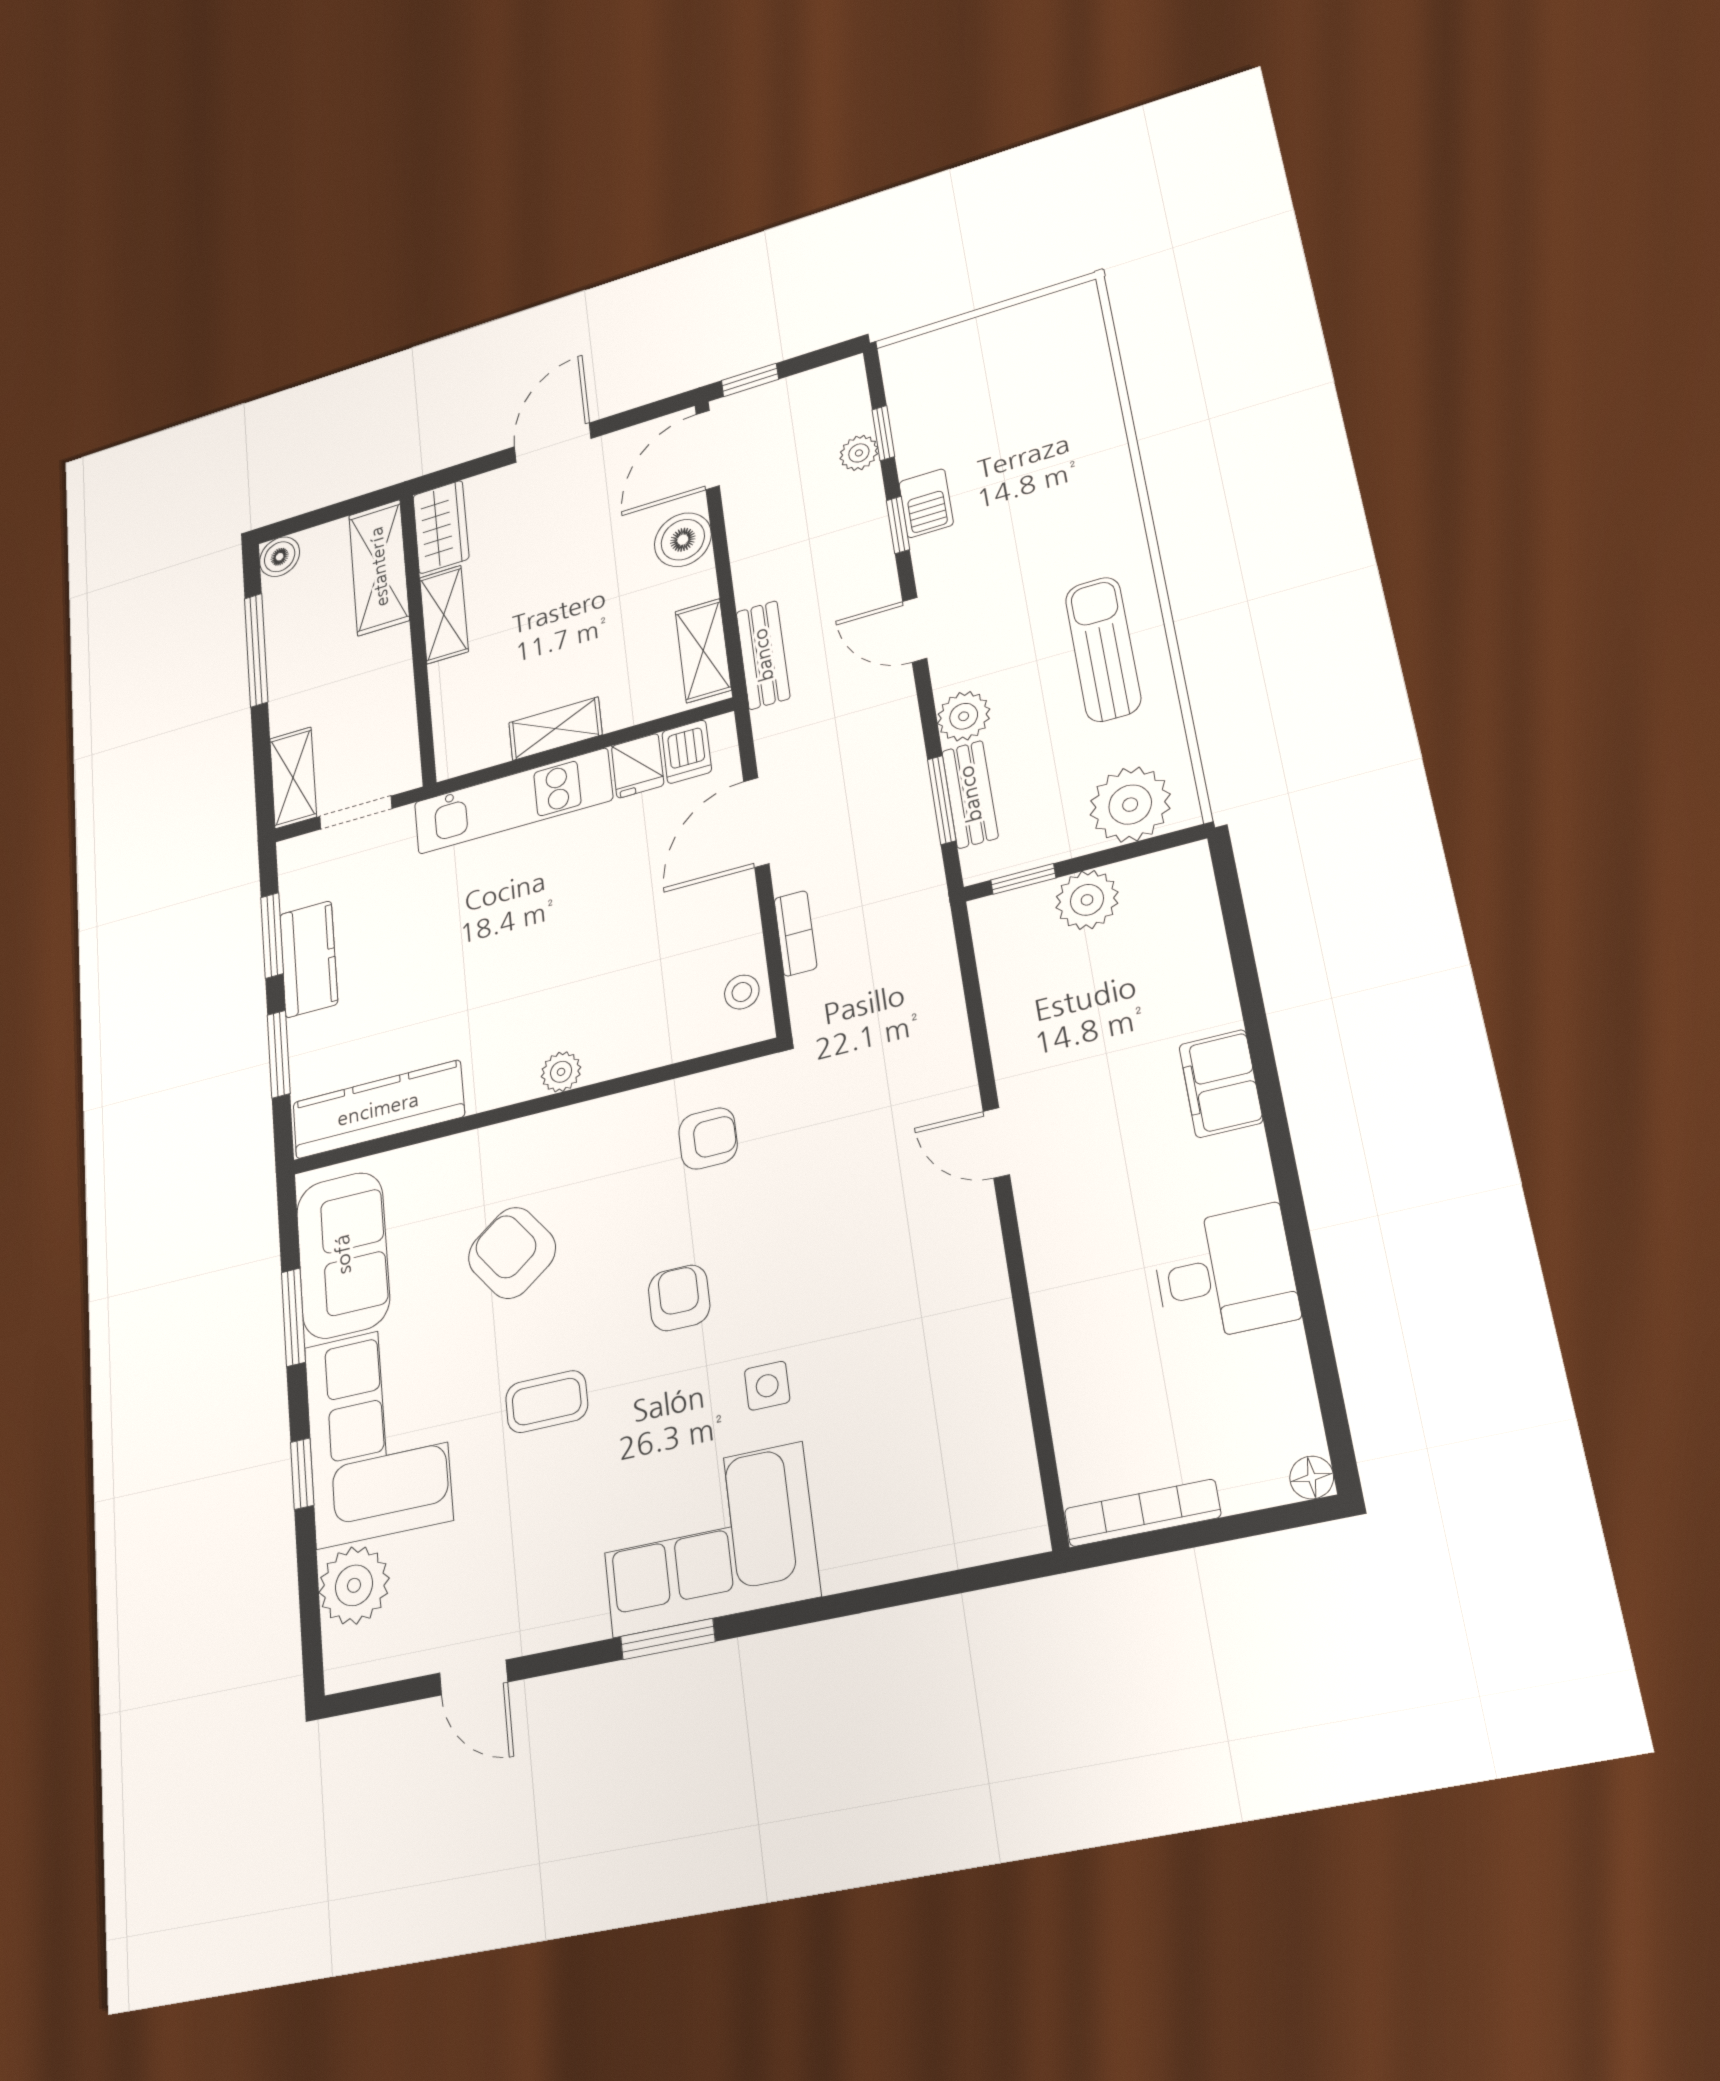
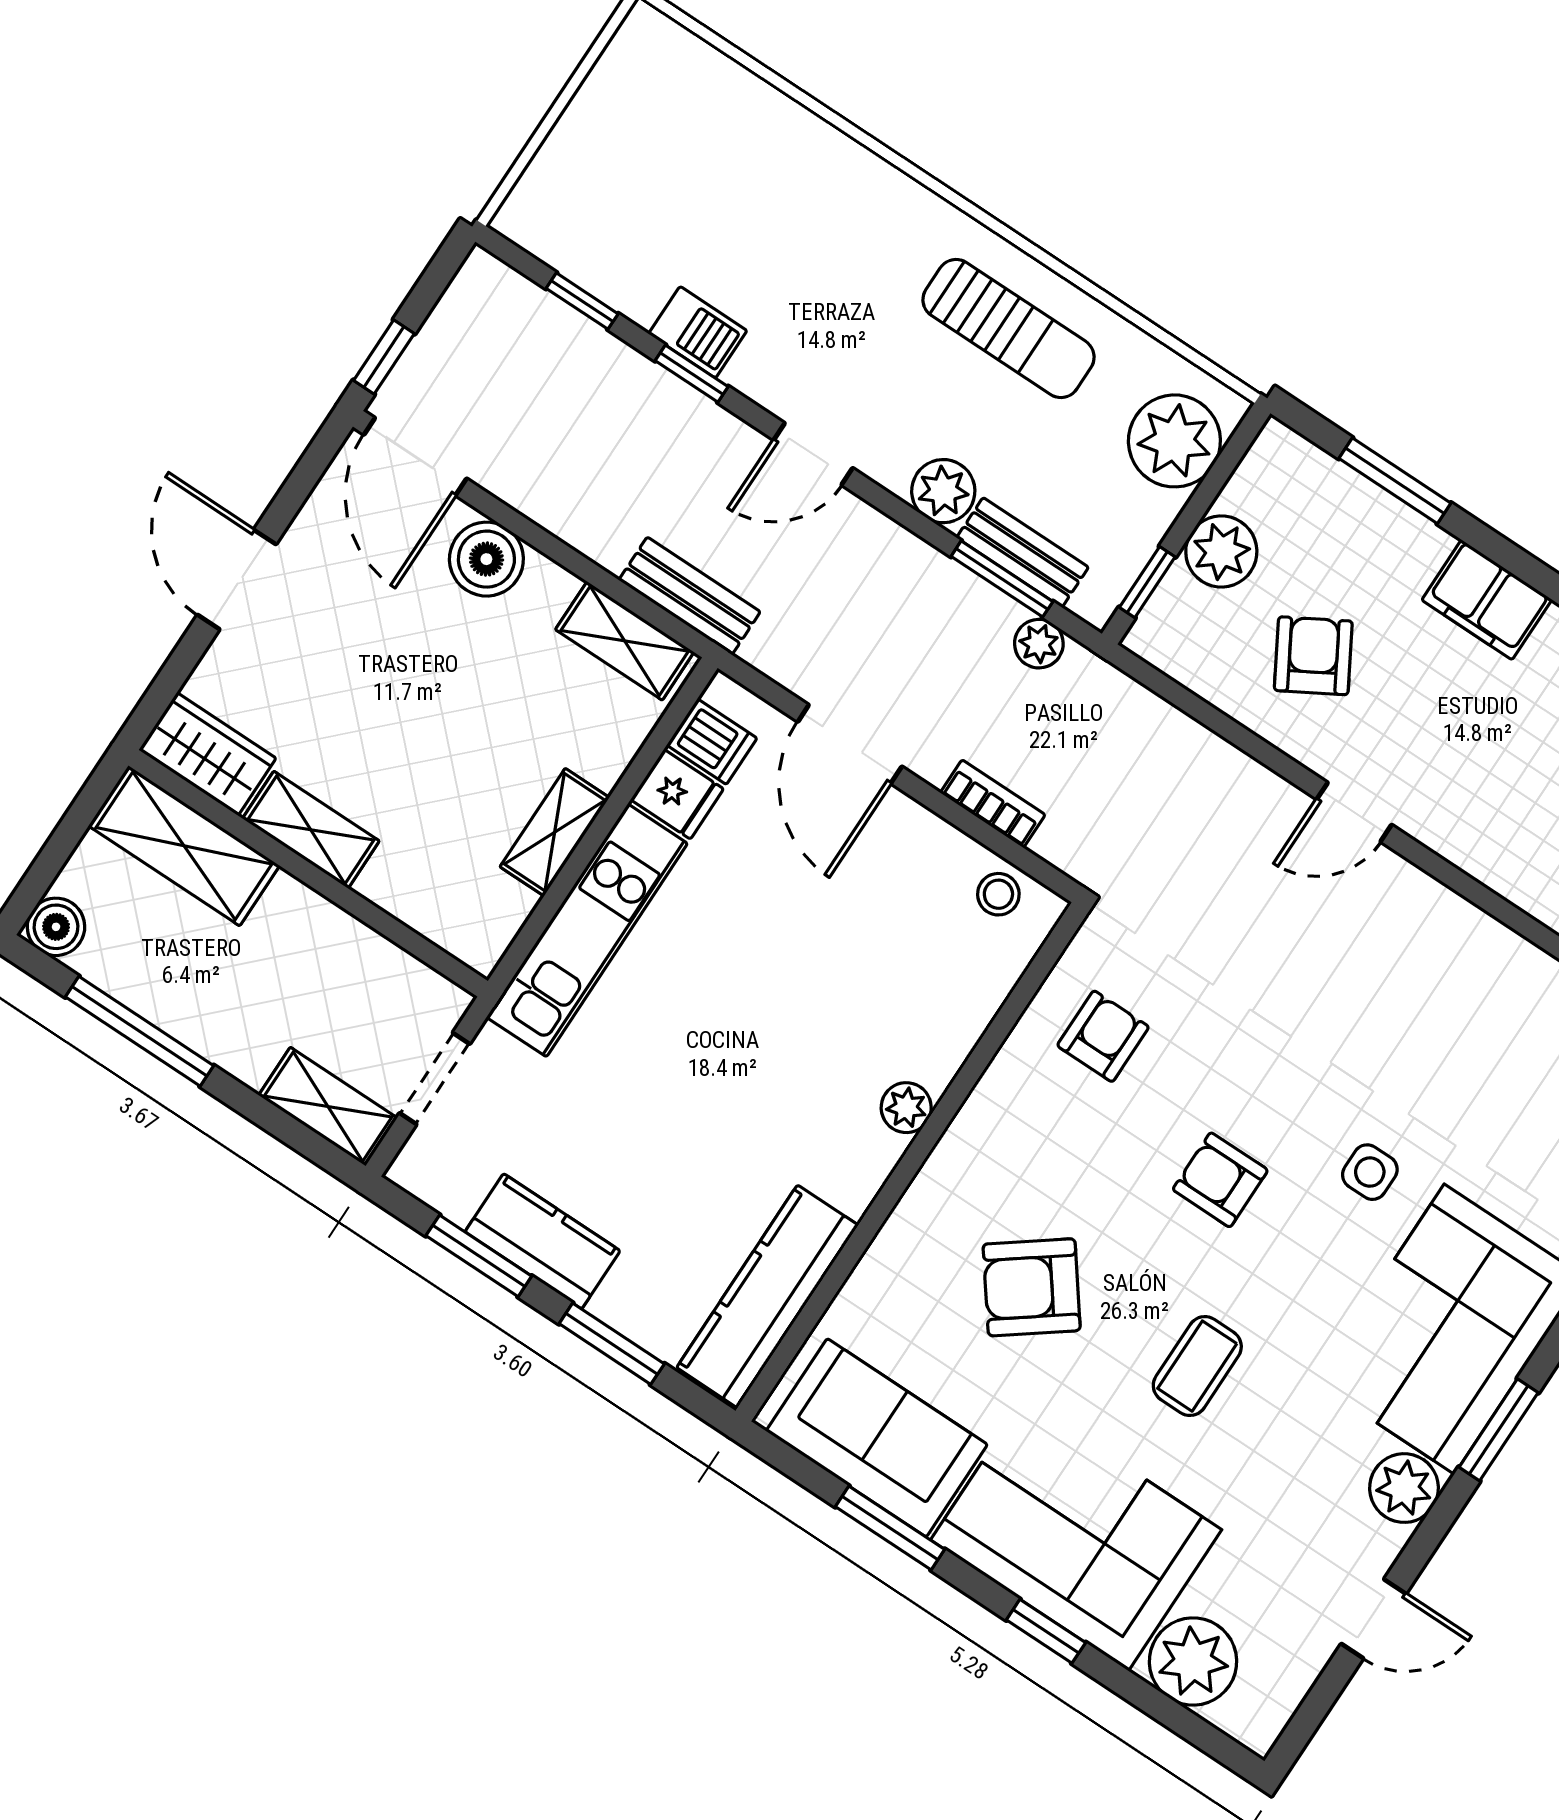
plant: (859, 453) -> (1039, 644), moved
sun lounger: (1103, 649) -> (1009, 328), turned 180
window: (1241, 952) -> (1395, 481), added
armchair: (1075, 1018) -> (1313, 656), added
plant: (576, 1613) -> (1404, 1488), added

